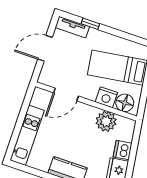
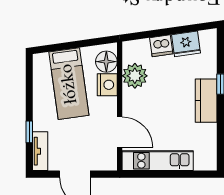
kitchen unit: (27, 135) -> (158, 161), moved

